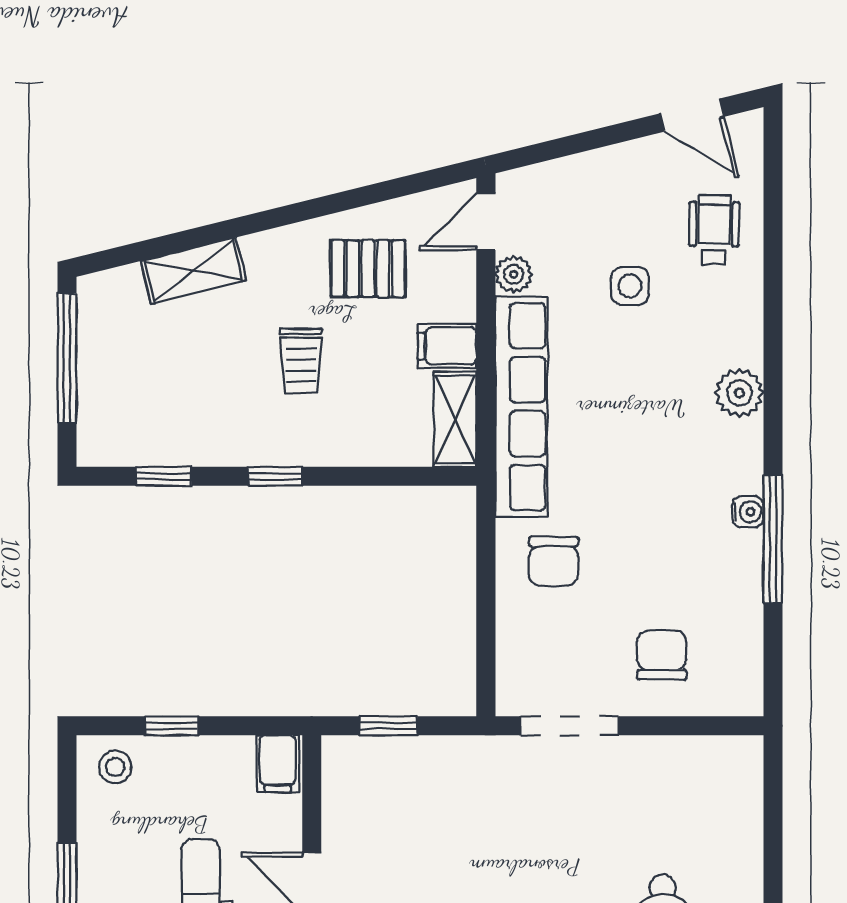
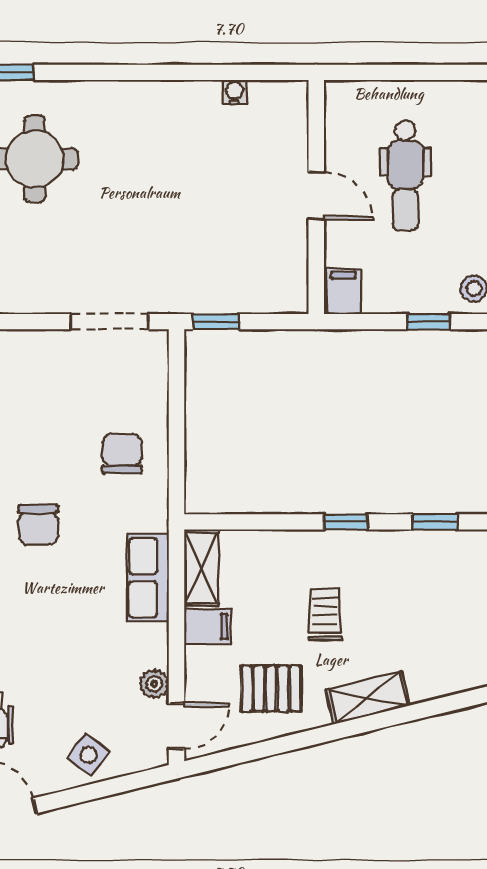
shelving: (193, 271) -> (368, 698), moved
side table: (630, 286) -> (88, 755), moved, turned 36
row of seats: (521, 407) -> (148, 578), width x0.50
chair: (662, 655) -> (38, 525), moved
window: (388, 726) -> (216, 322), moved

